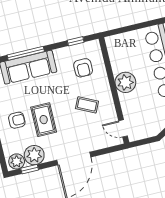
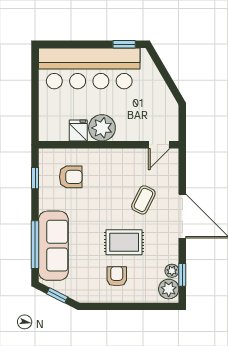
fridge: (119, 65) -> (78, 130), added
coffee table: (87, 105) -> (143, 200), moved
plant: (34, 155) -> (172, 271), width x0.53, depth x0.53

